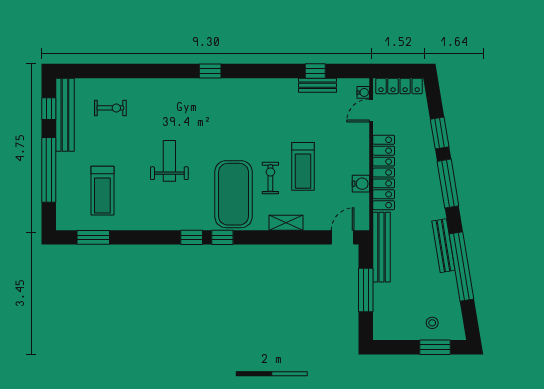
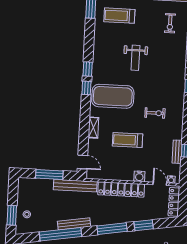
weight bench: (169, 161) -> (135, 58), turned 90
exercise bike: (270, 178) -> (155, 113), moved
water cooler: (361, 184) -> (139, 176), moved

